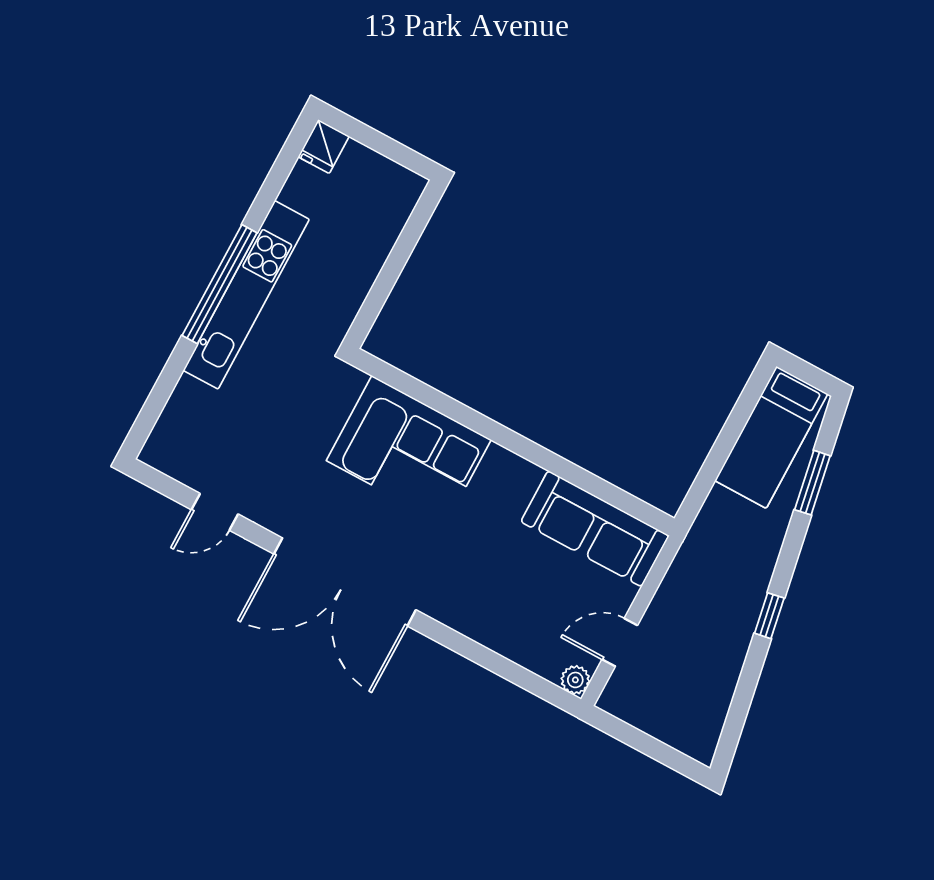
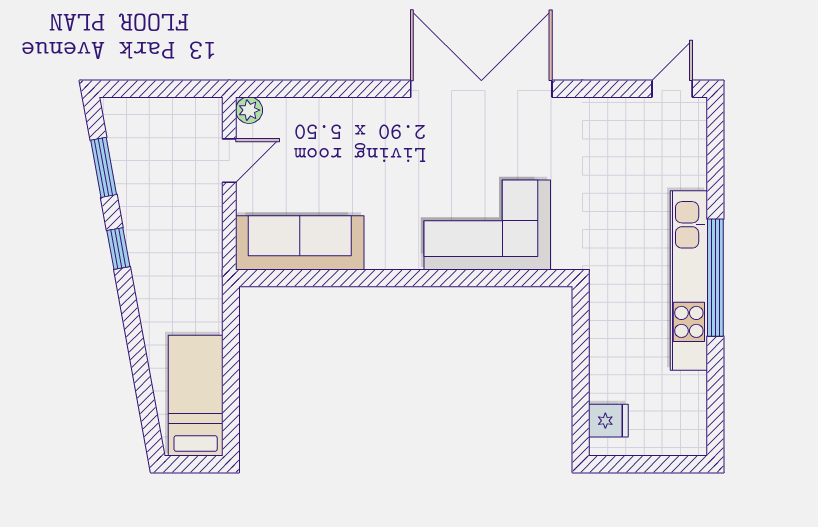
fridge: (324, 146) -> (608, 421), moved, turned 90
window: (812, 483) -> (104, 167), moved
door: (215, 512) -> (672, 89), moved

